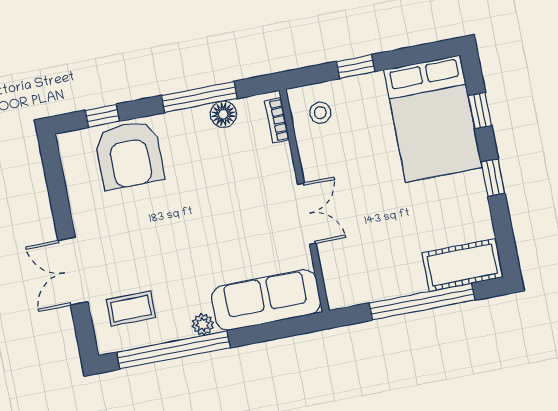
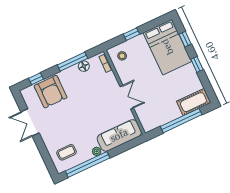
double door: (73, 271) -> (30, 122), moved

